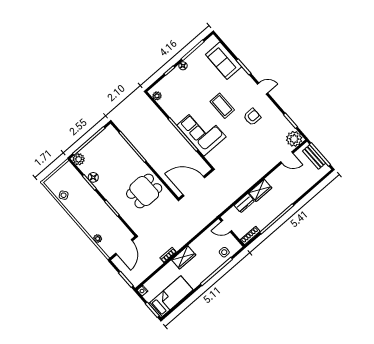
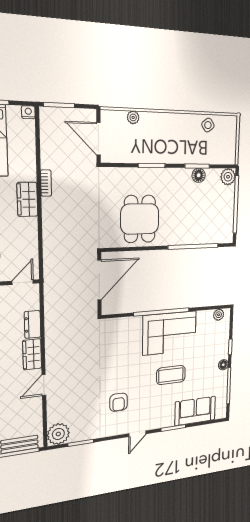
coffee table: (222, 106) -> (171, 375), moved
corner sofa: (201, 131) -> (169, 333), moved
door: (287, 158) -> (44, 385), moved

